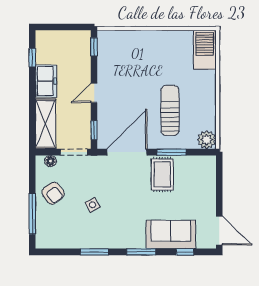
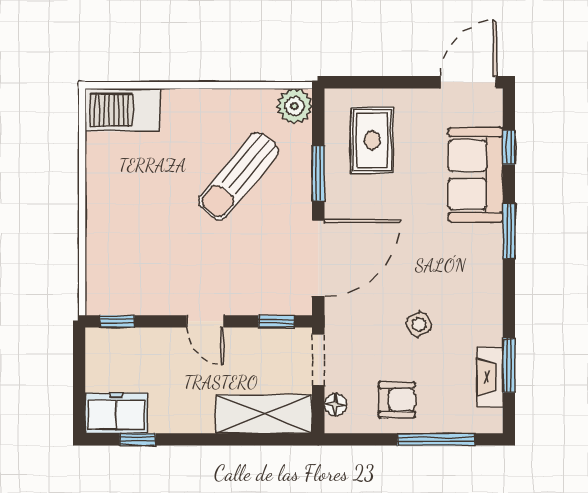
freezer: (46, 81) -> (116, 413), moved
sun lounger: (170, 110) -> (238, 176), turned -50
door: (127, 152) -> (318, 258), swing flipped
rug: (162, 175) -> (372, 140), moved, turned 90
armchair: (53, 193) -> (397, 400), turned 38
fireplace: (65, 242) -> (490, 377), added
window: (94, 252) -> (509, 365), moved

